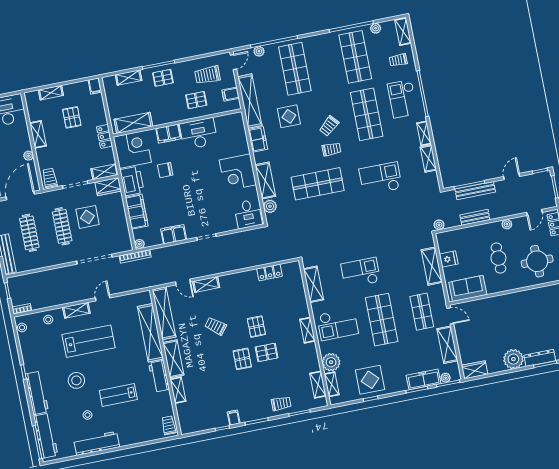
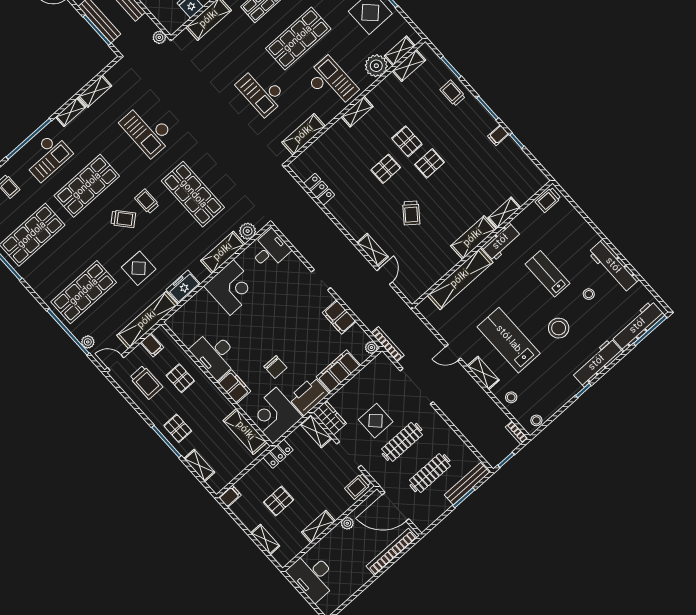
shelving: (164, 313) -> (430, 277), removed
lab bench: (118, 395) -> (548, 274), turned 180

